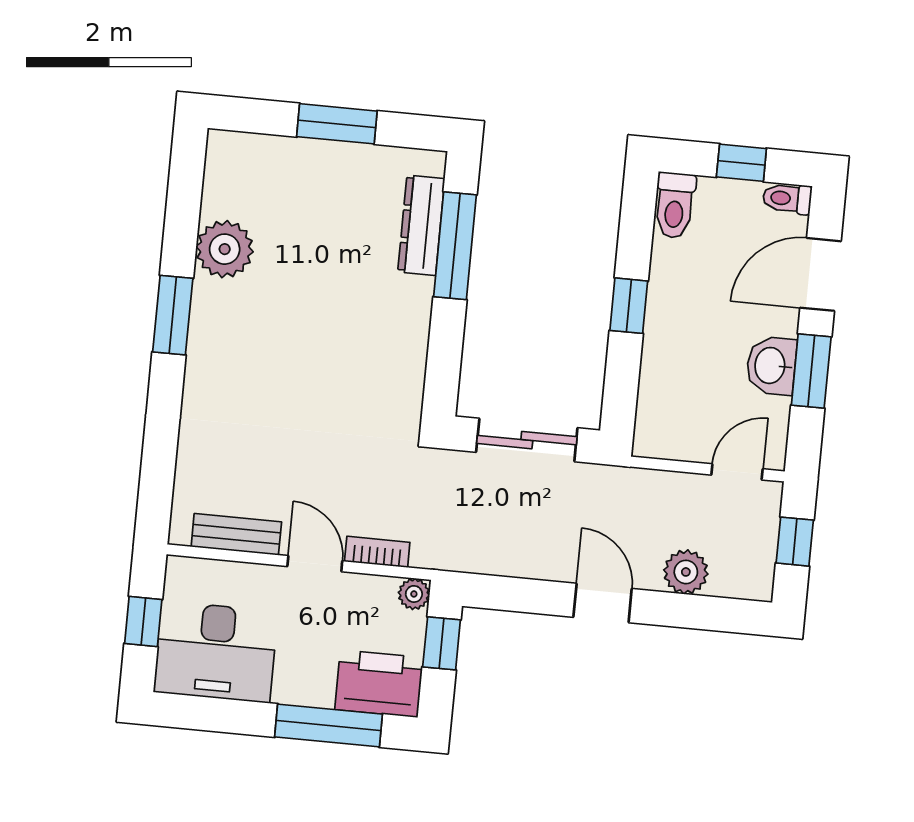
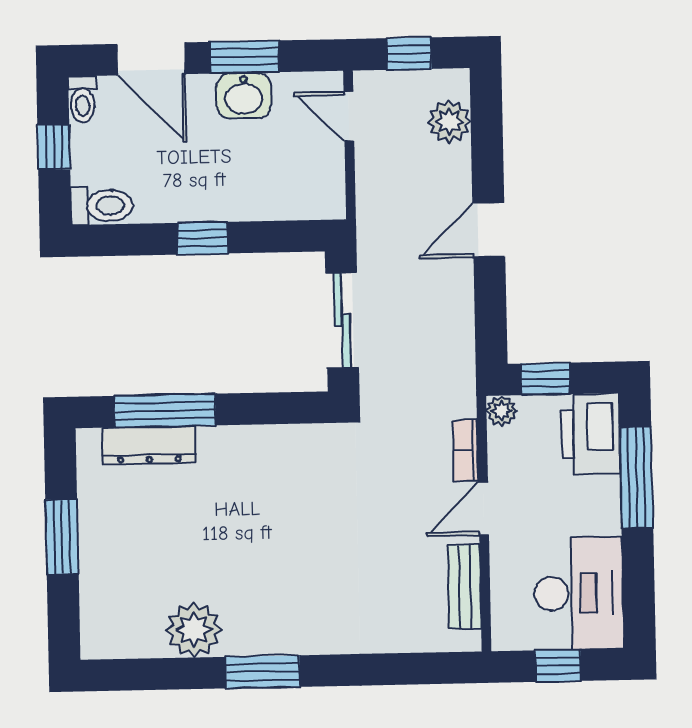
plant: (686, 572) -> (449, 122), moved

